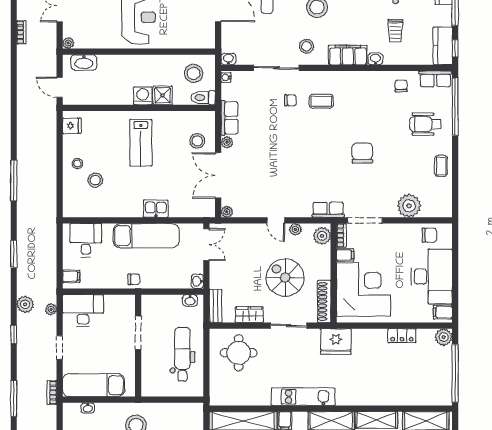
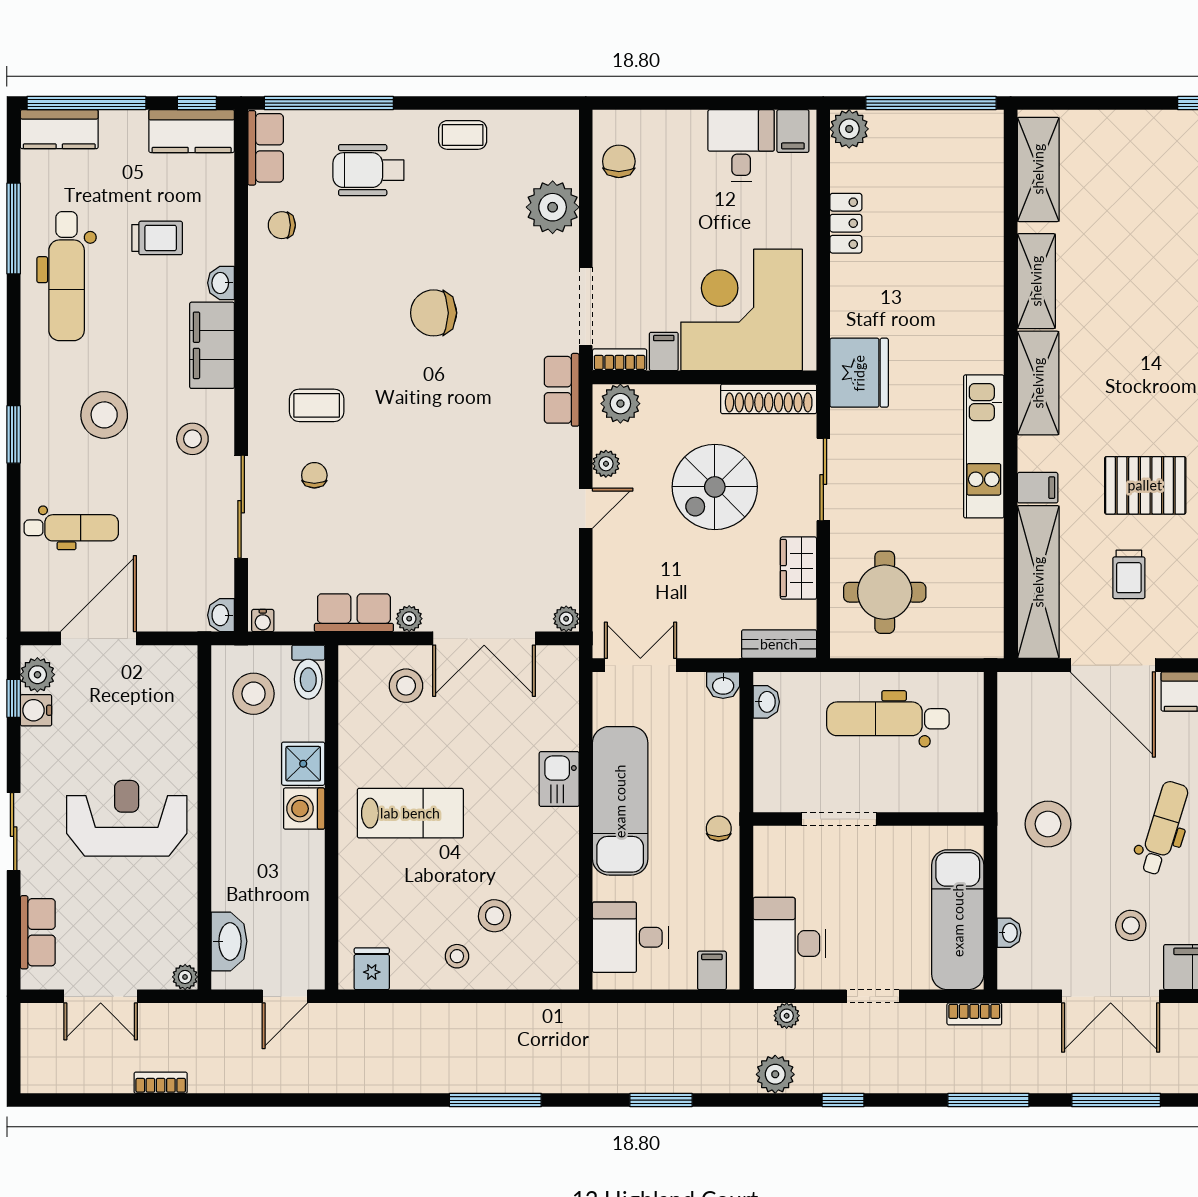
coffee table: (321, 101) -> (317, 405), turned 90
wheelchair: (425, 124) -> (368, 170), turned 90
desk: (432, 276) -> (741, 145), width x0.53, depth x0.77

